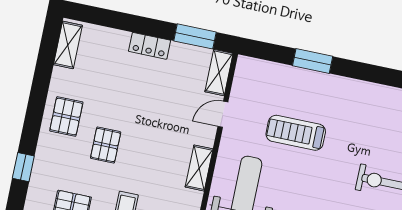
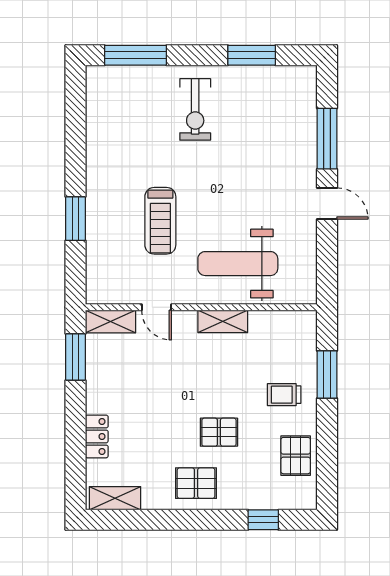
locker: (150, 46) -> (97, 436), moved

